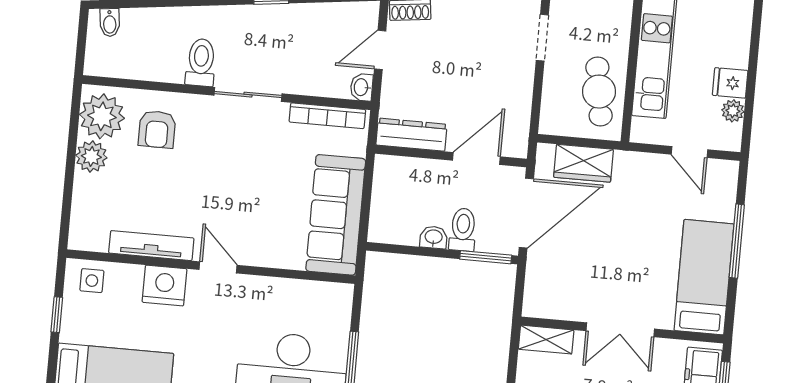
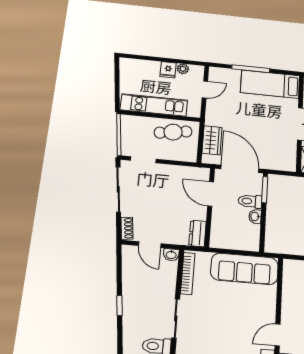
dresser: (411, 135) -> (197, 233), width x0.70

